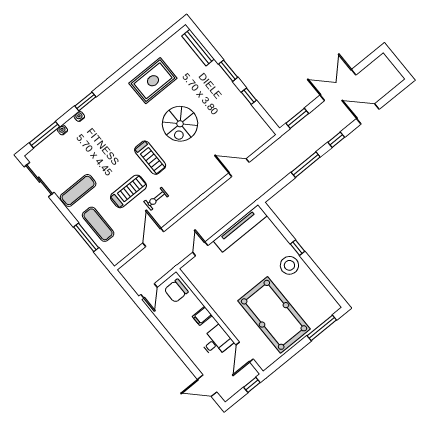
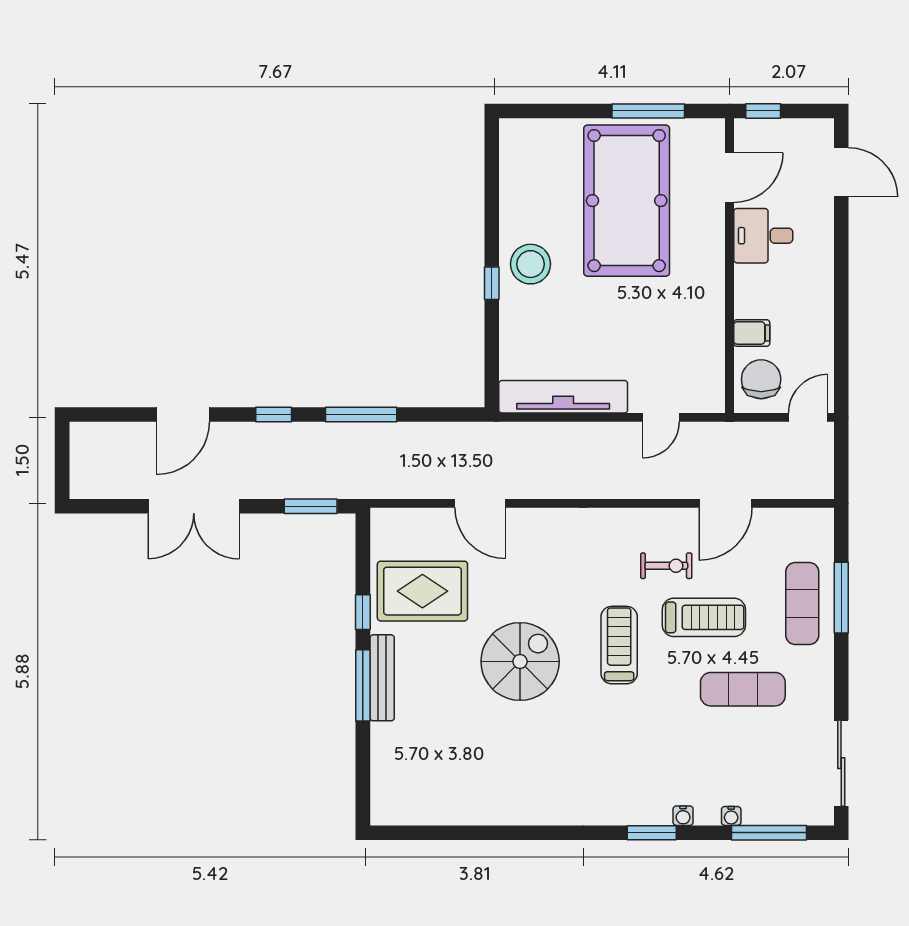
bench: (198, 48) -> (382, 678), moved
window: (228, 71) -> (363, 685), width x1.44
rug: (153, 81) -> (422, 591), moved
door: (368, 114) -> (183, 415), hinge flipped
exercise mat: (78, 190) -> (743, 689), moved
treadmill: (128, 191) -> (704, 617), turned 180
chair: (176, 291) -> (761, 379), turned -90
filing cabinet: (202, 316) -> (752, 333), moved
window: (322, 328) -> (648, 111), moved

